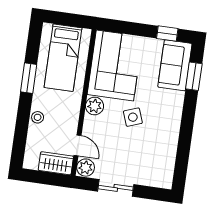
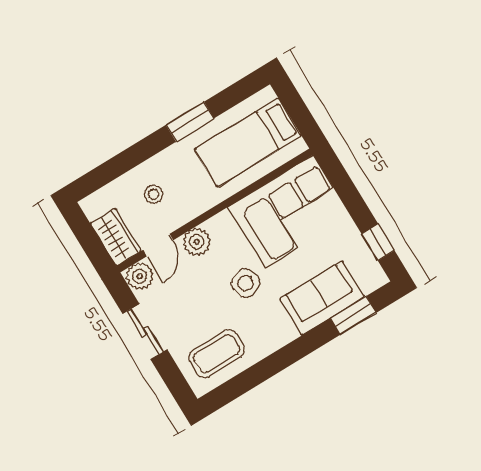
sofa: (175, 65) -> (322, 298), moved
plant: (95, 106) -> (197, 242), moved
stool: (38, 117) -> (154, 194), moved
coffee table: (156, 161) -> (217, 354), added

